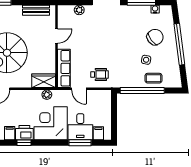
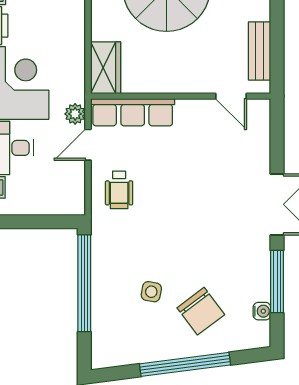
plant: (79, 10) -> (260, 145), removed
door: (57, 36) -> (231, 96), moved
coffee table: (153, 78) -> (111, 308), removed
plant: (47, 95) -> (75, 114), moved

